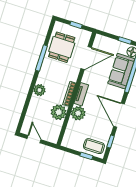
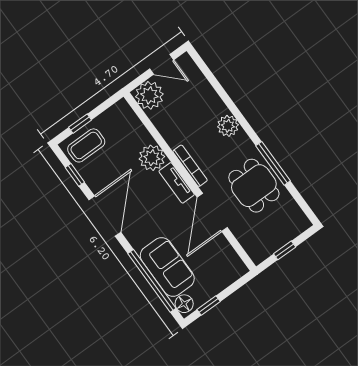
dining table: (62, 47) -> (254, 186), moved
door: (86, 58) -> (212, 212), moved
plant: (59, 112) -> (149, 95), moved
door: (119, 115) -> (105, 216), hinge flipped

